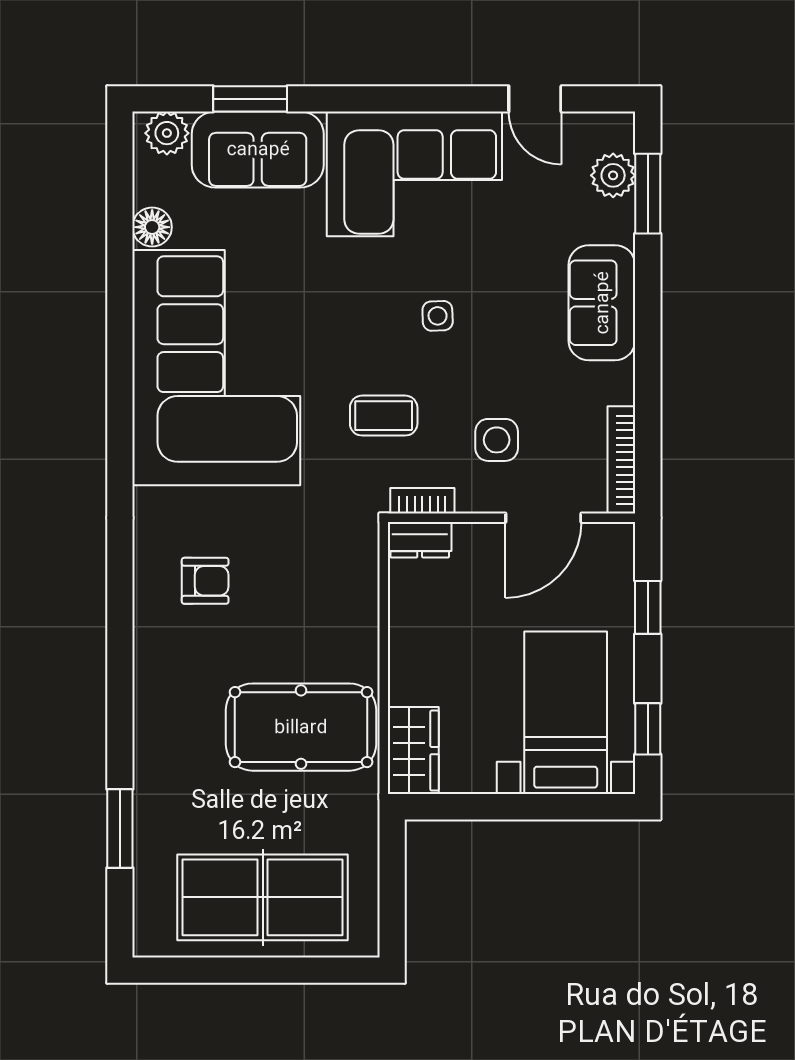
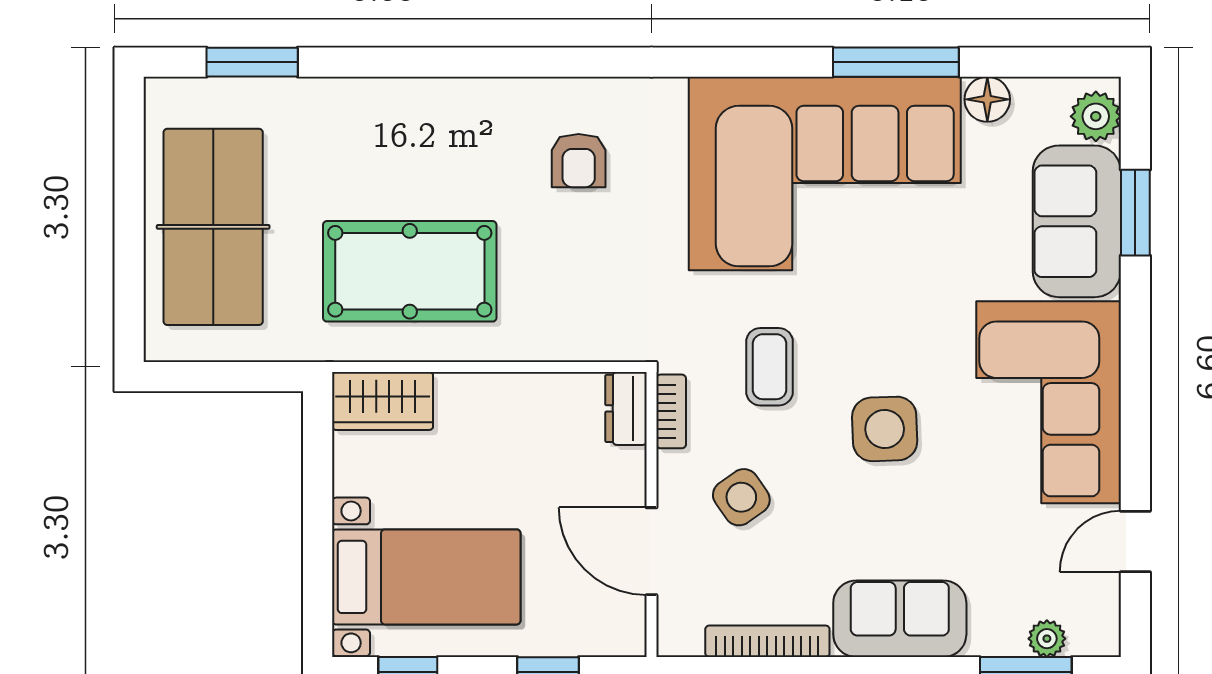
plant: (613, 175) -> (1047, 639), width x0.73, depth x0.73
window: (120, 306) -> (896, 62), added
side table: (438, 316) -> (885, 429), width x1.87, depth x1.87
side table: (497, 440) -> (741, 497), turned -35
bookcase: (621, 460) -> (767, 641), moved
pool table: (301, 727) -> (410, 271), turned 90
window: (120, 828) -> (252, 62), moved

